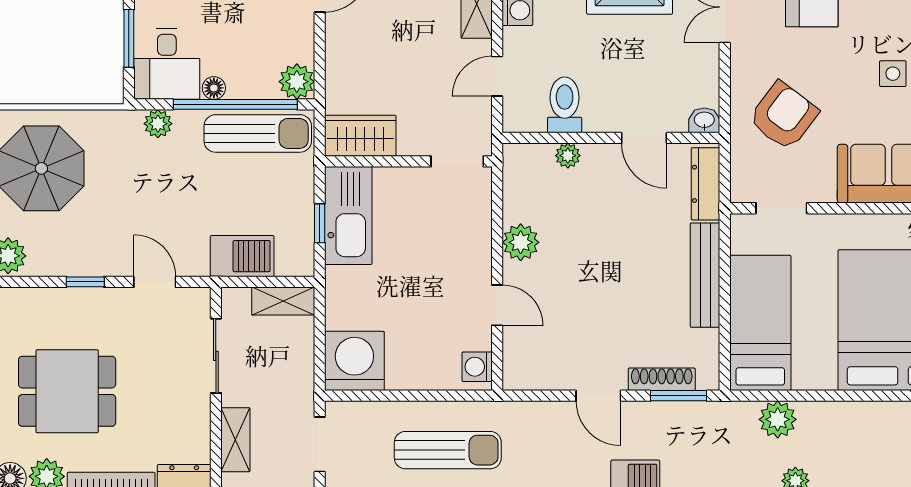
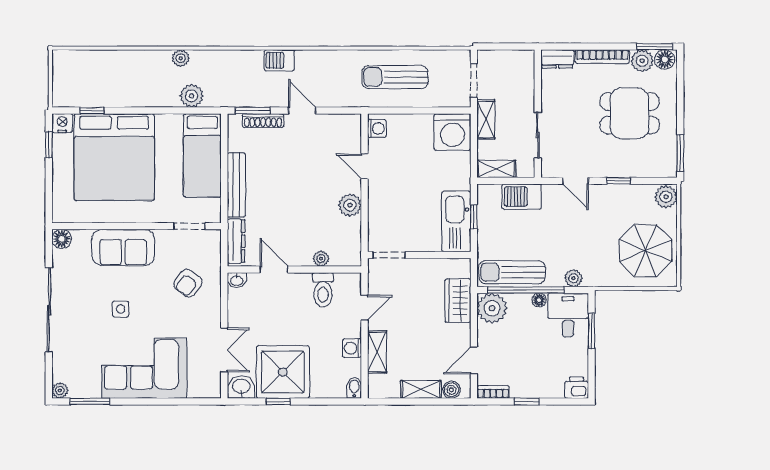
plant: (297, 82) -> (492, 308), width x1.36, depth x1.36
armchair: (784, 116) -> (188, 283), width x0.72, depth x0.72
wardrobe: (360, 136) -> (458, 301), moved, turned 90
shelving: (235, 440) -> (486, 119), moved

